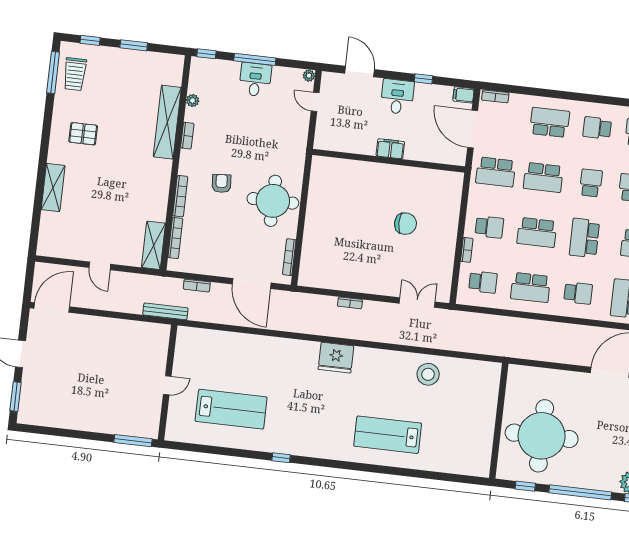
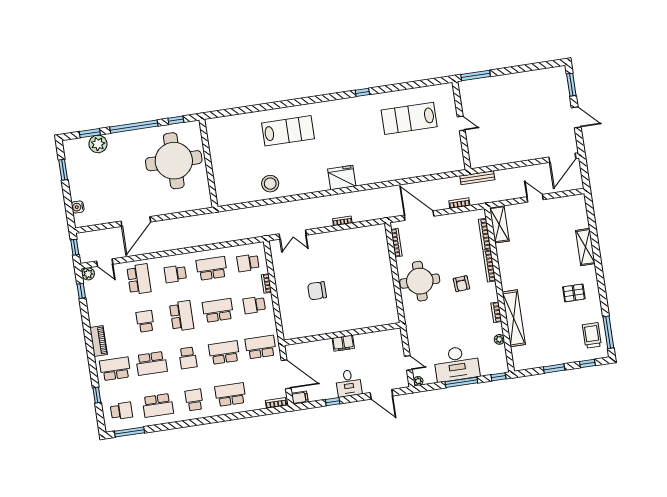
desk: (255, 80) -> (457, 364), width x1.87, depth x1.30
school desk: (550, 122) -> (230, 395), turned 180
school desk: (597, 128) -> (194, 400), turned -90
door: (167, 385) -> (461, 123), swing flipped

